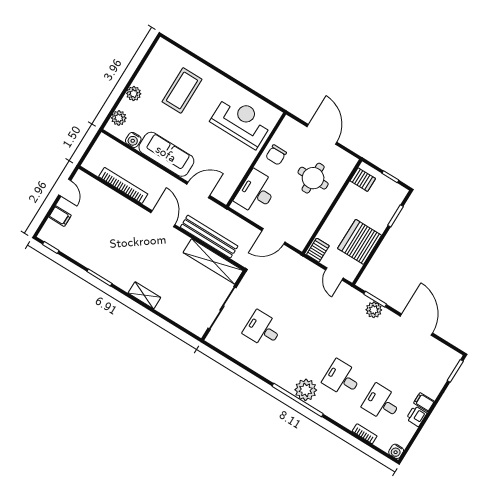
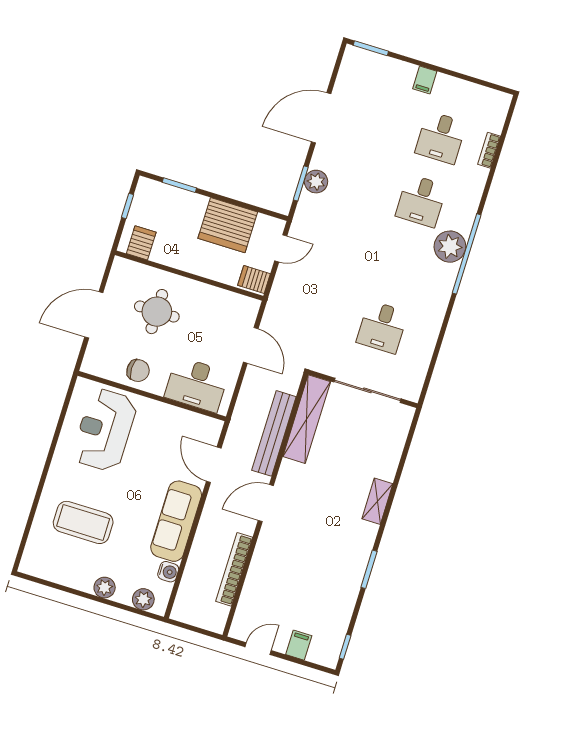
printer: (416, 416) -> (447, 85), removed
water cooler: (396, 451) -> (502, 101), removed

